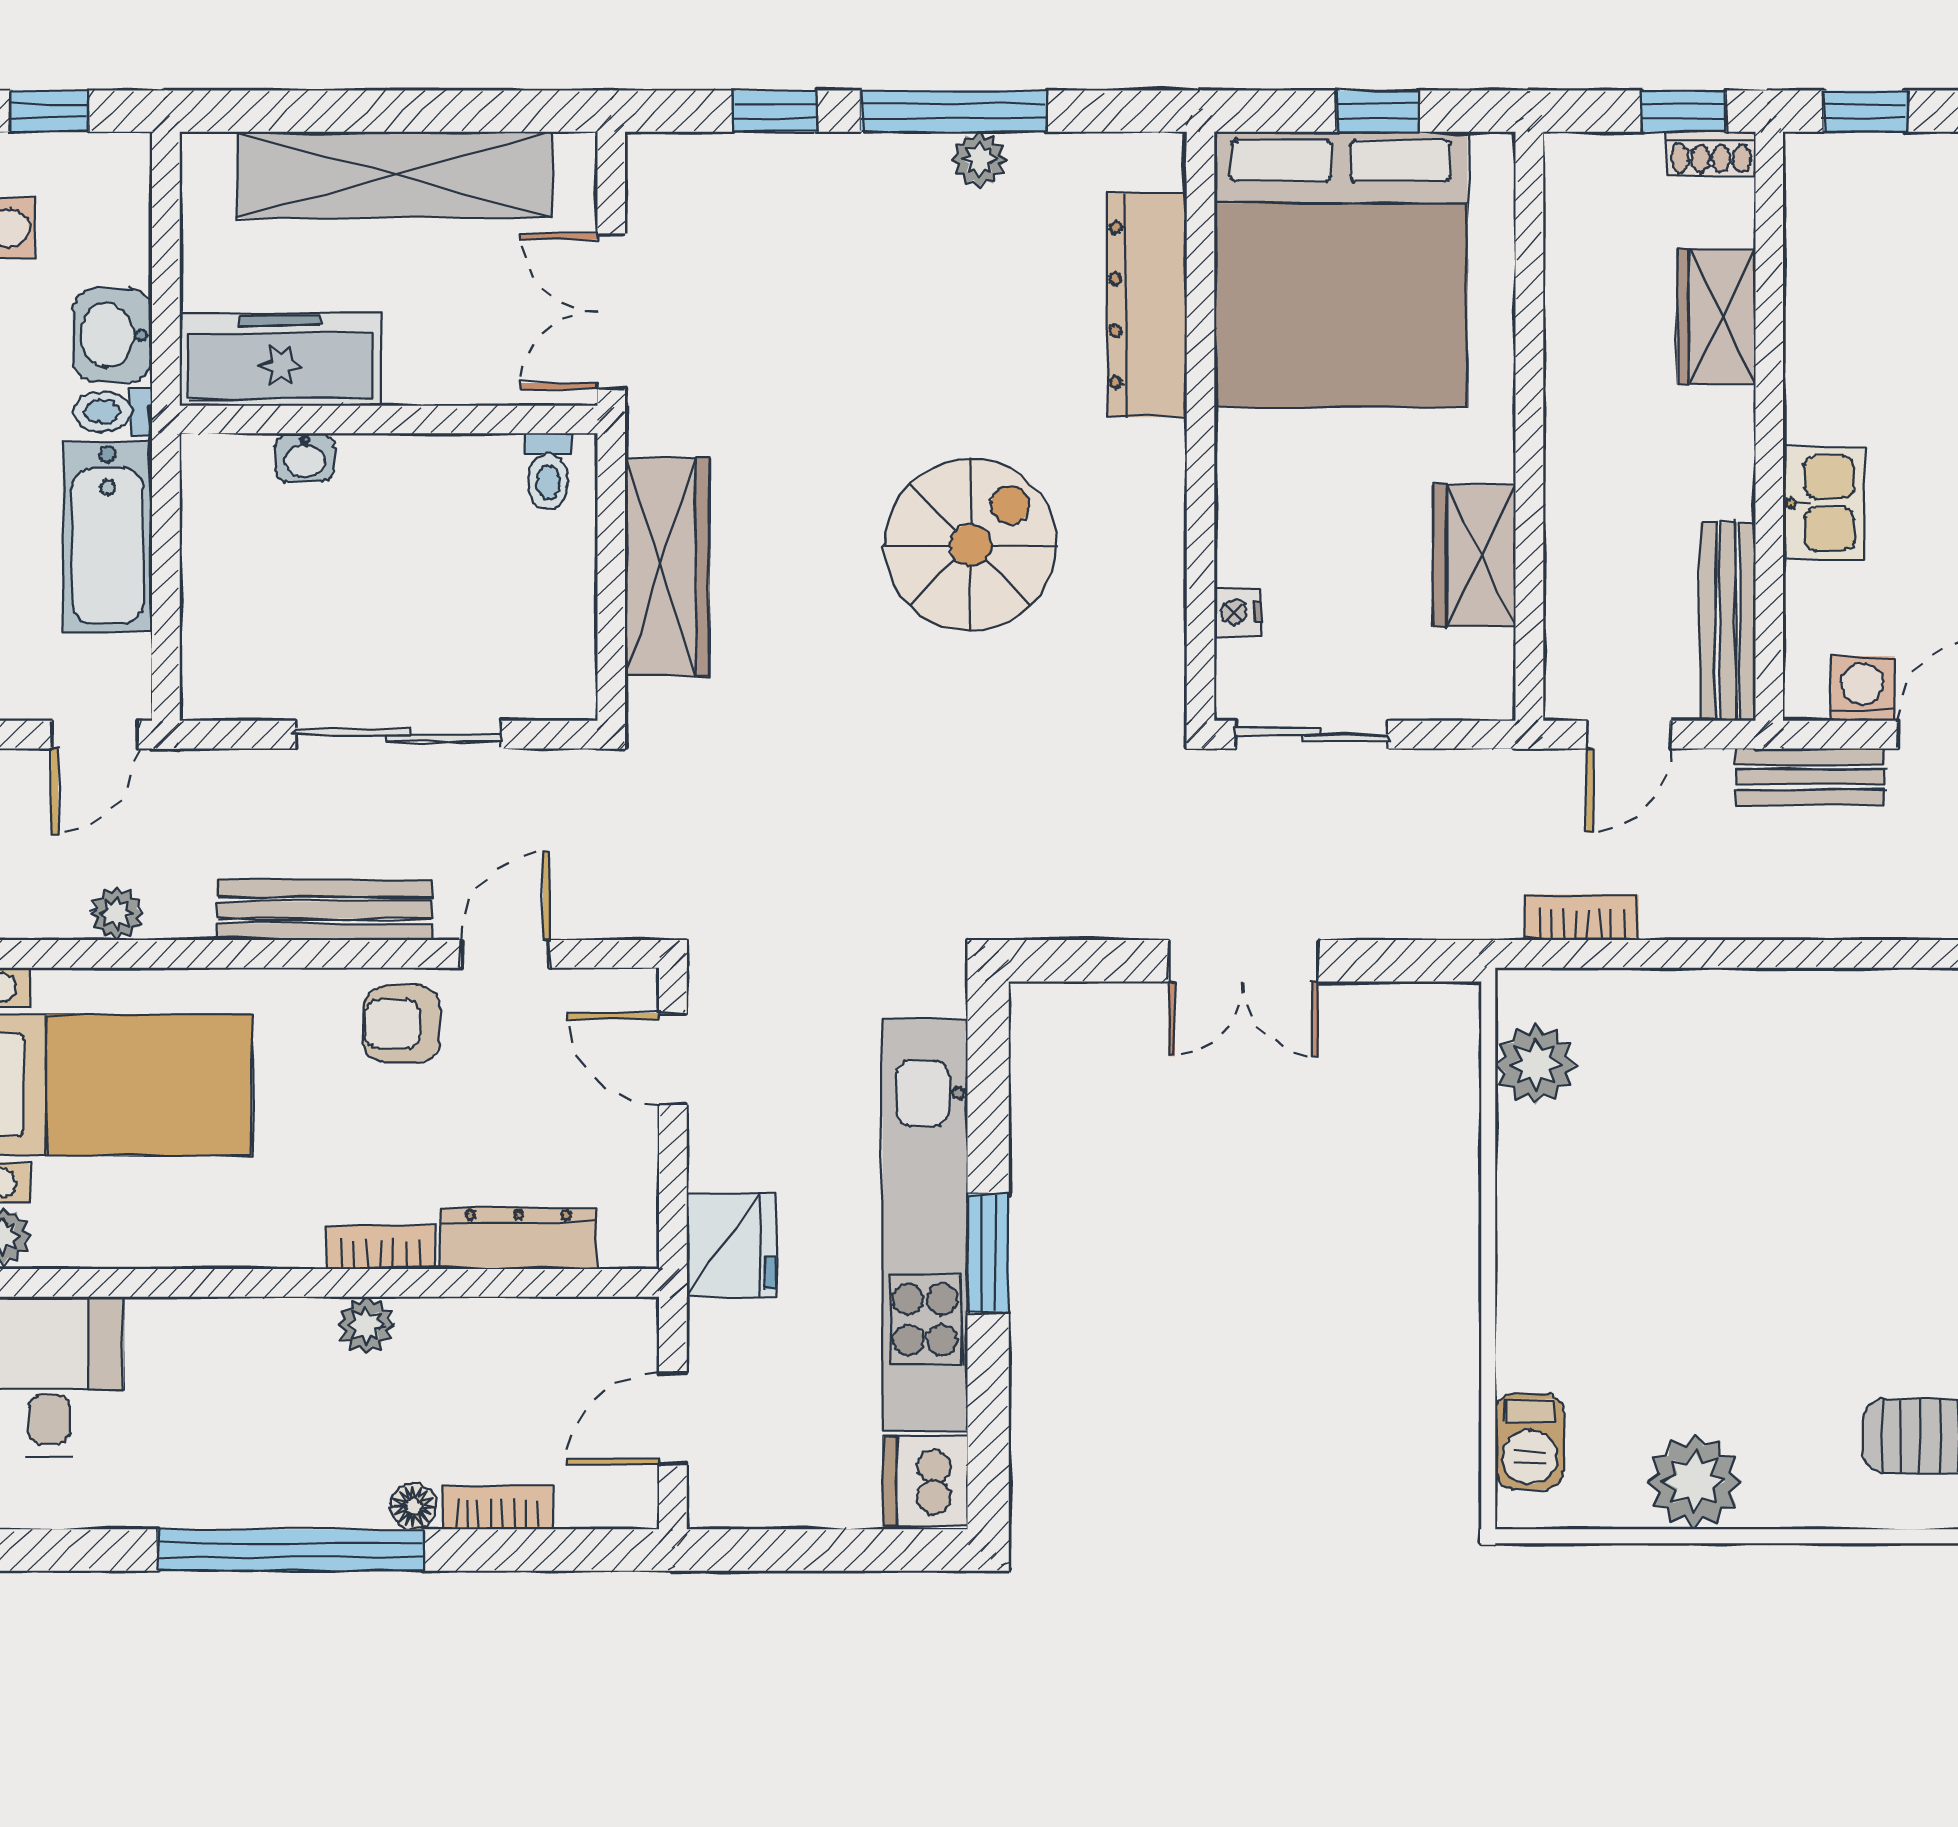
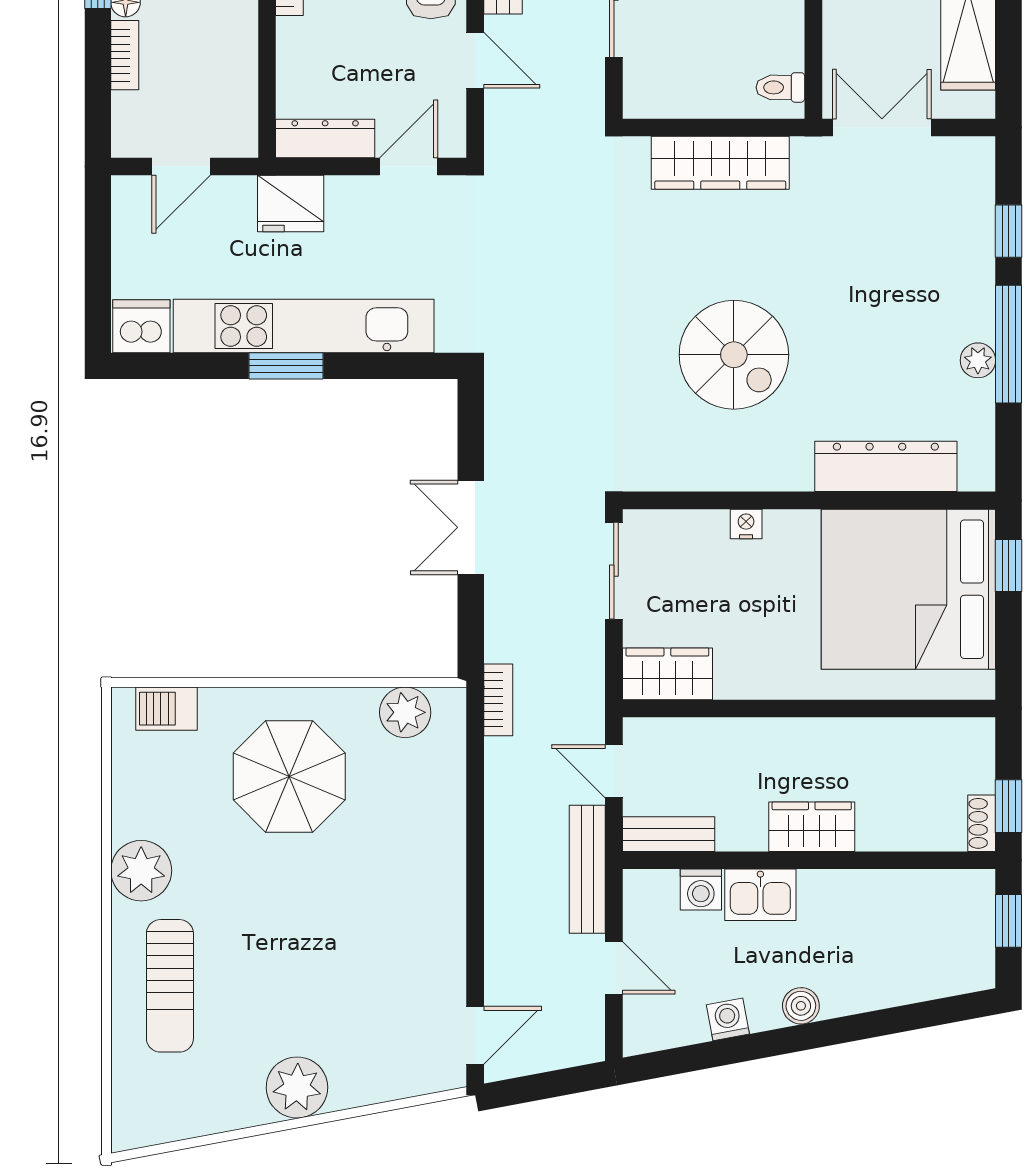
window: (1378, 111) -> (1009, 565), moved
wardrobe: (1716, 317) -> (812, 827), moved
wardrobe: (1475, 556) -> (667, 674), moved
nightstand: (1238, 612) -> (746, 524), moved
bench: (1728, 622) -> (669, 834), width x0.73
washing machine: (1862, 689) -> (701, 890), moved, turned 90
bench: (1810, 777) -> (587, 869), width x1.36
bookcase: (1582, 917) -> (498, 700), moved
dresser: (518, 1239) -> (325, 138), moved, turned -90
parasol: (1637, 1248) -> (289, 776), added
door: (673, 1418) -> (181, 166), swing flipped
plant: (1695, 1482) -> (141, 871), moved

